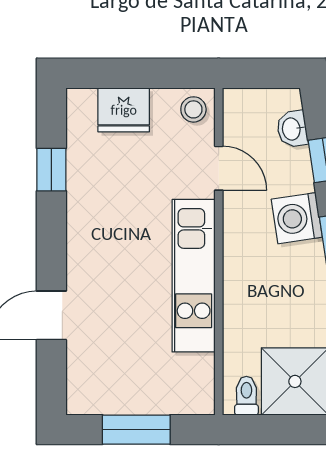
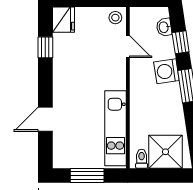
fridge: (124, 110) -> (63, 20), moved, turned -90
kitchen unit: (194, 276) -> (115, 128), moved

